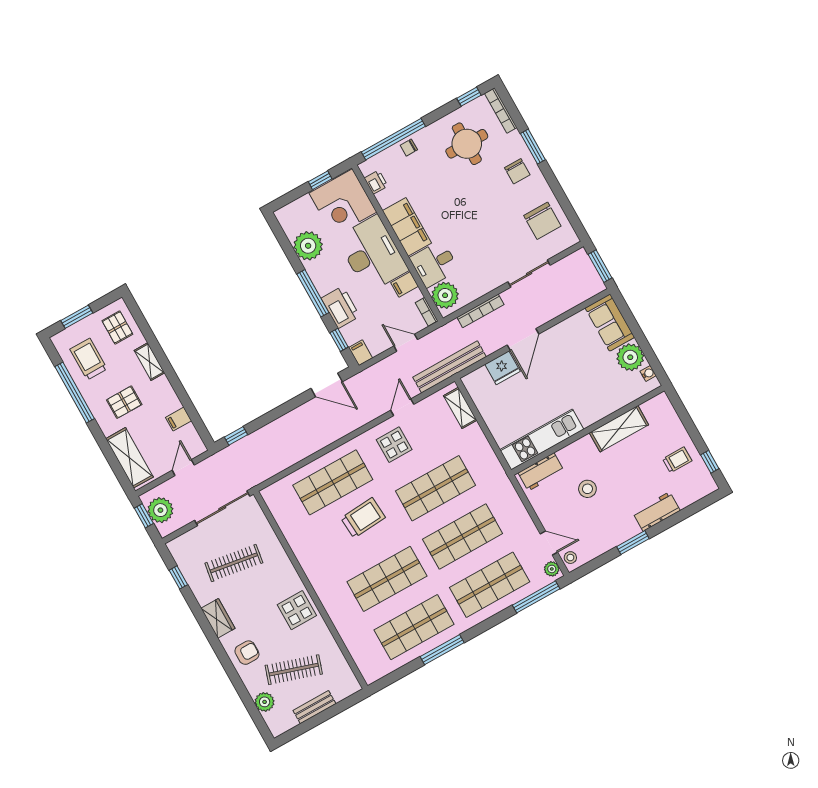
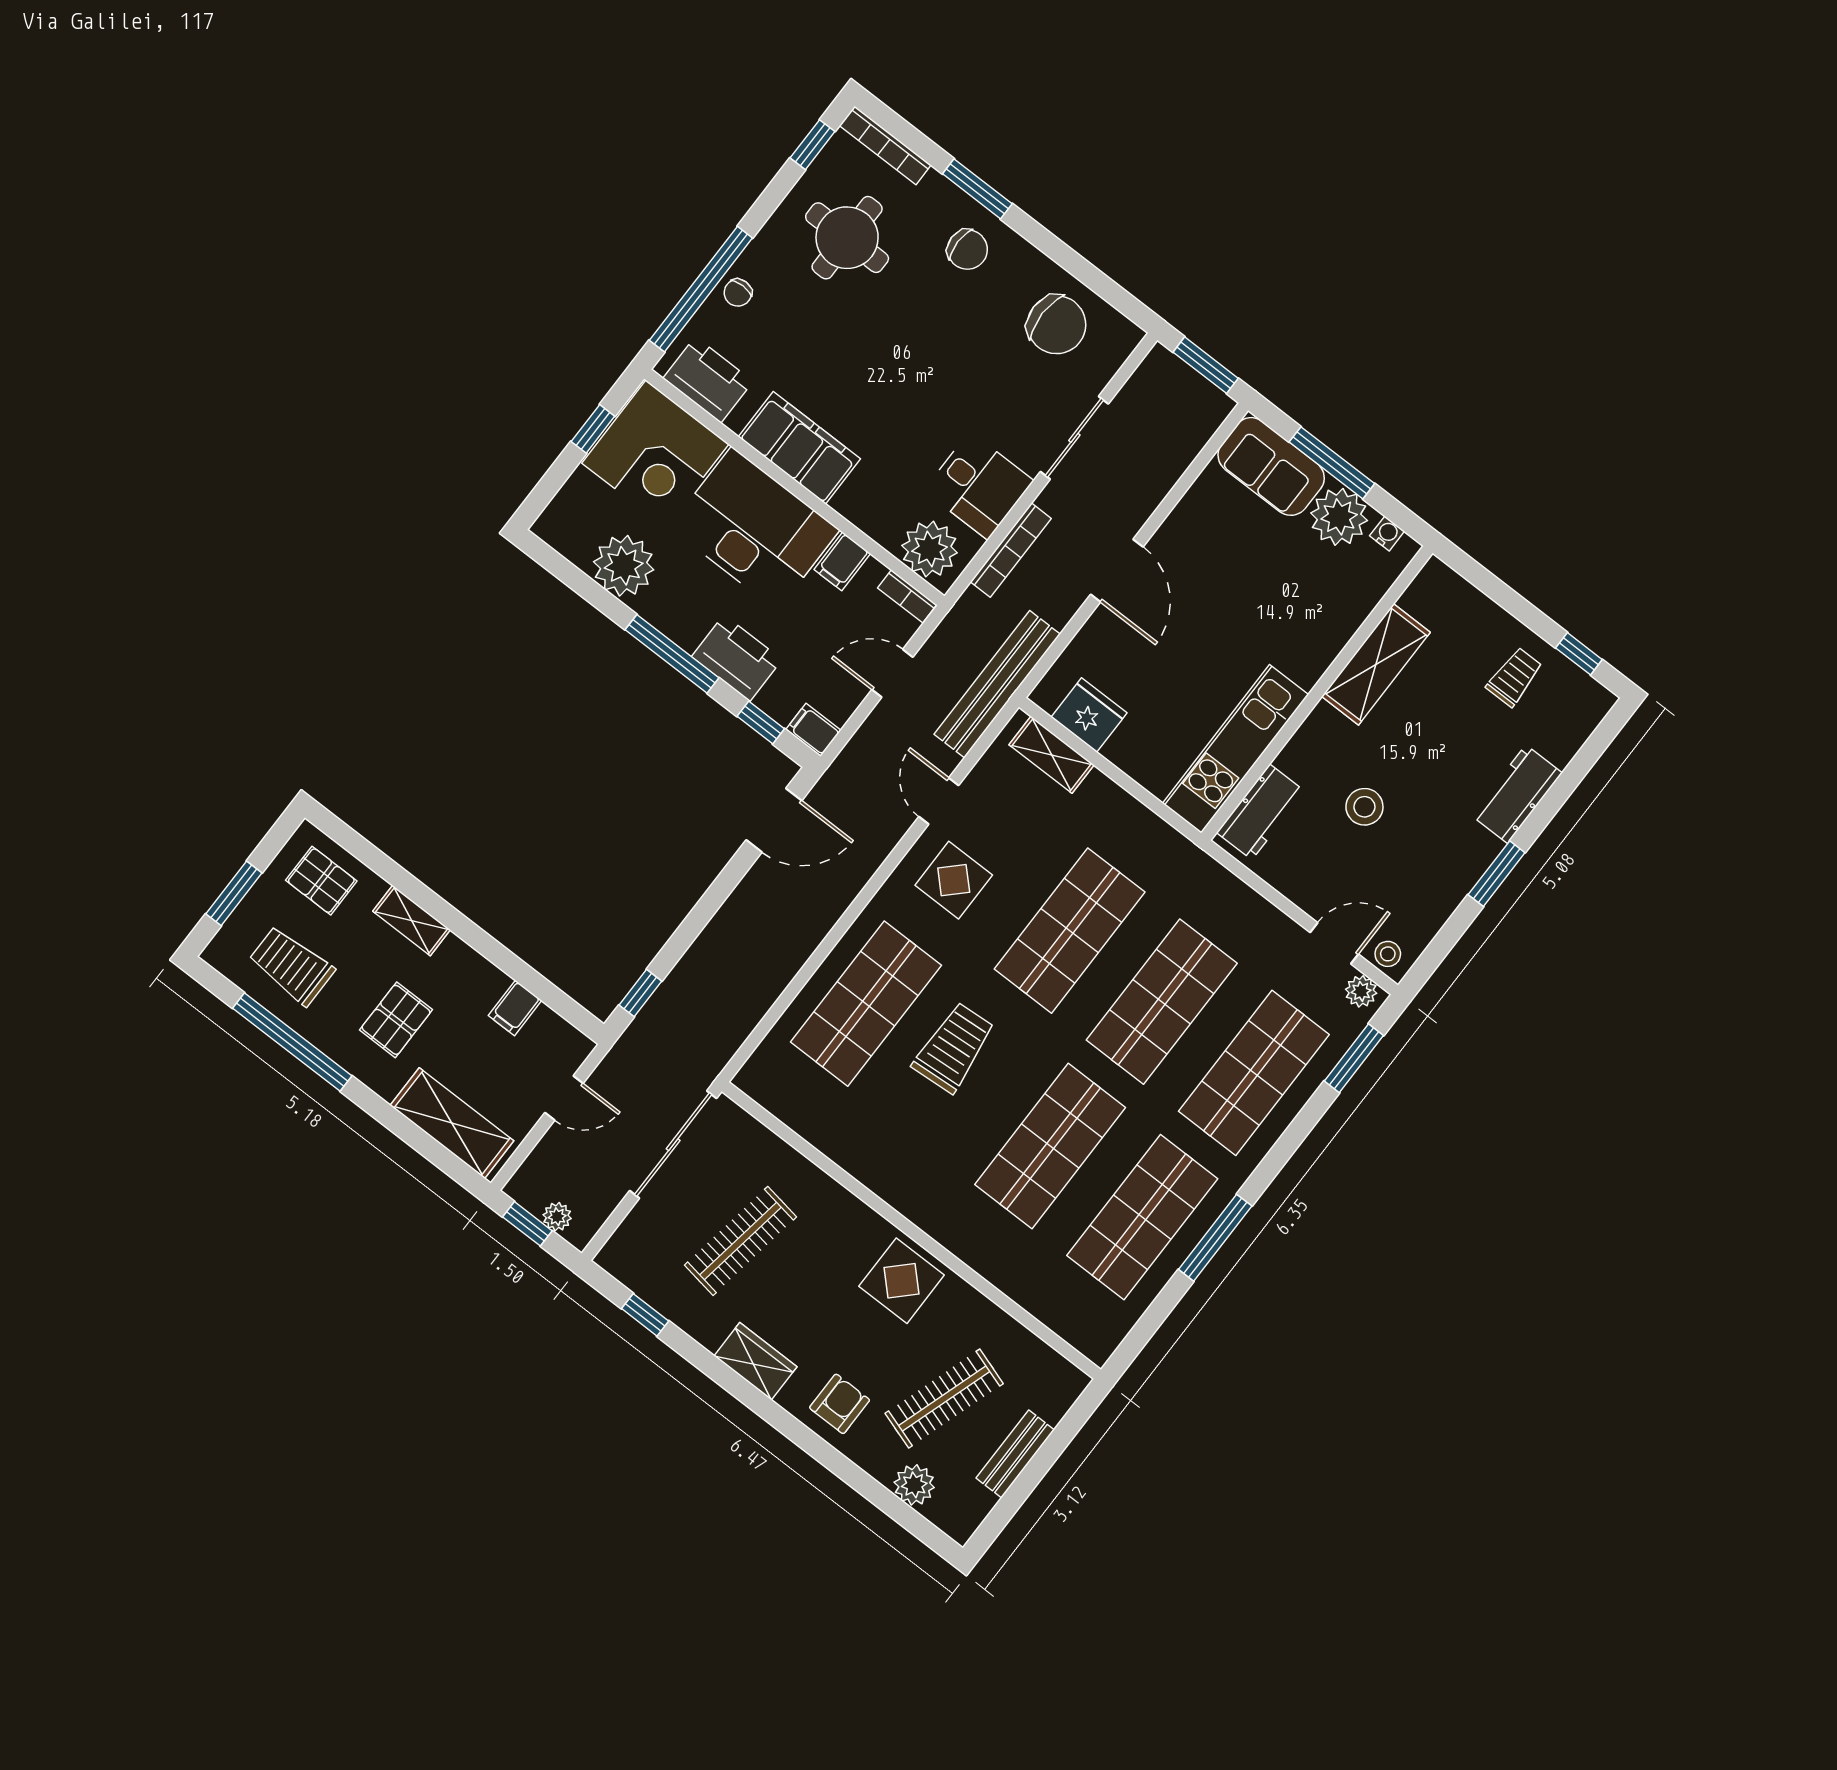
printer: (376, 182) -> (708, 380), width x1.87, depth x1.48
desk: (434, 264) -> (979, 486), moved, turned -90
window: (637, 332) -> (1332, 463), added
fridge: (502, 368) -> (1089, 715), moved, turned -90
door: (183, 468) -> (564, 1098), swing flipped
plant: (160, 510) -> (557, 1217), width x0.53, depth x0.53
window: (536, 597) -> (1354, 1058), width x0.69

